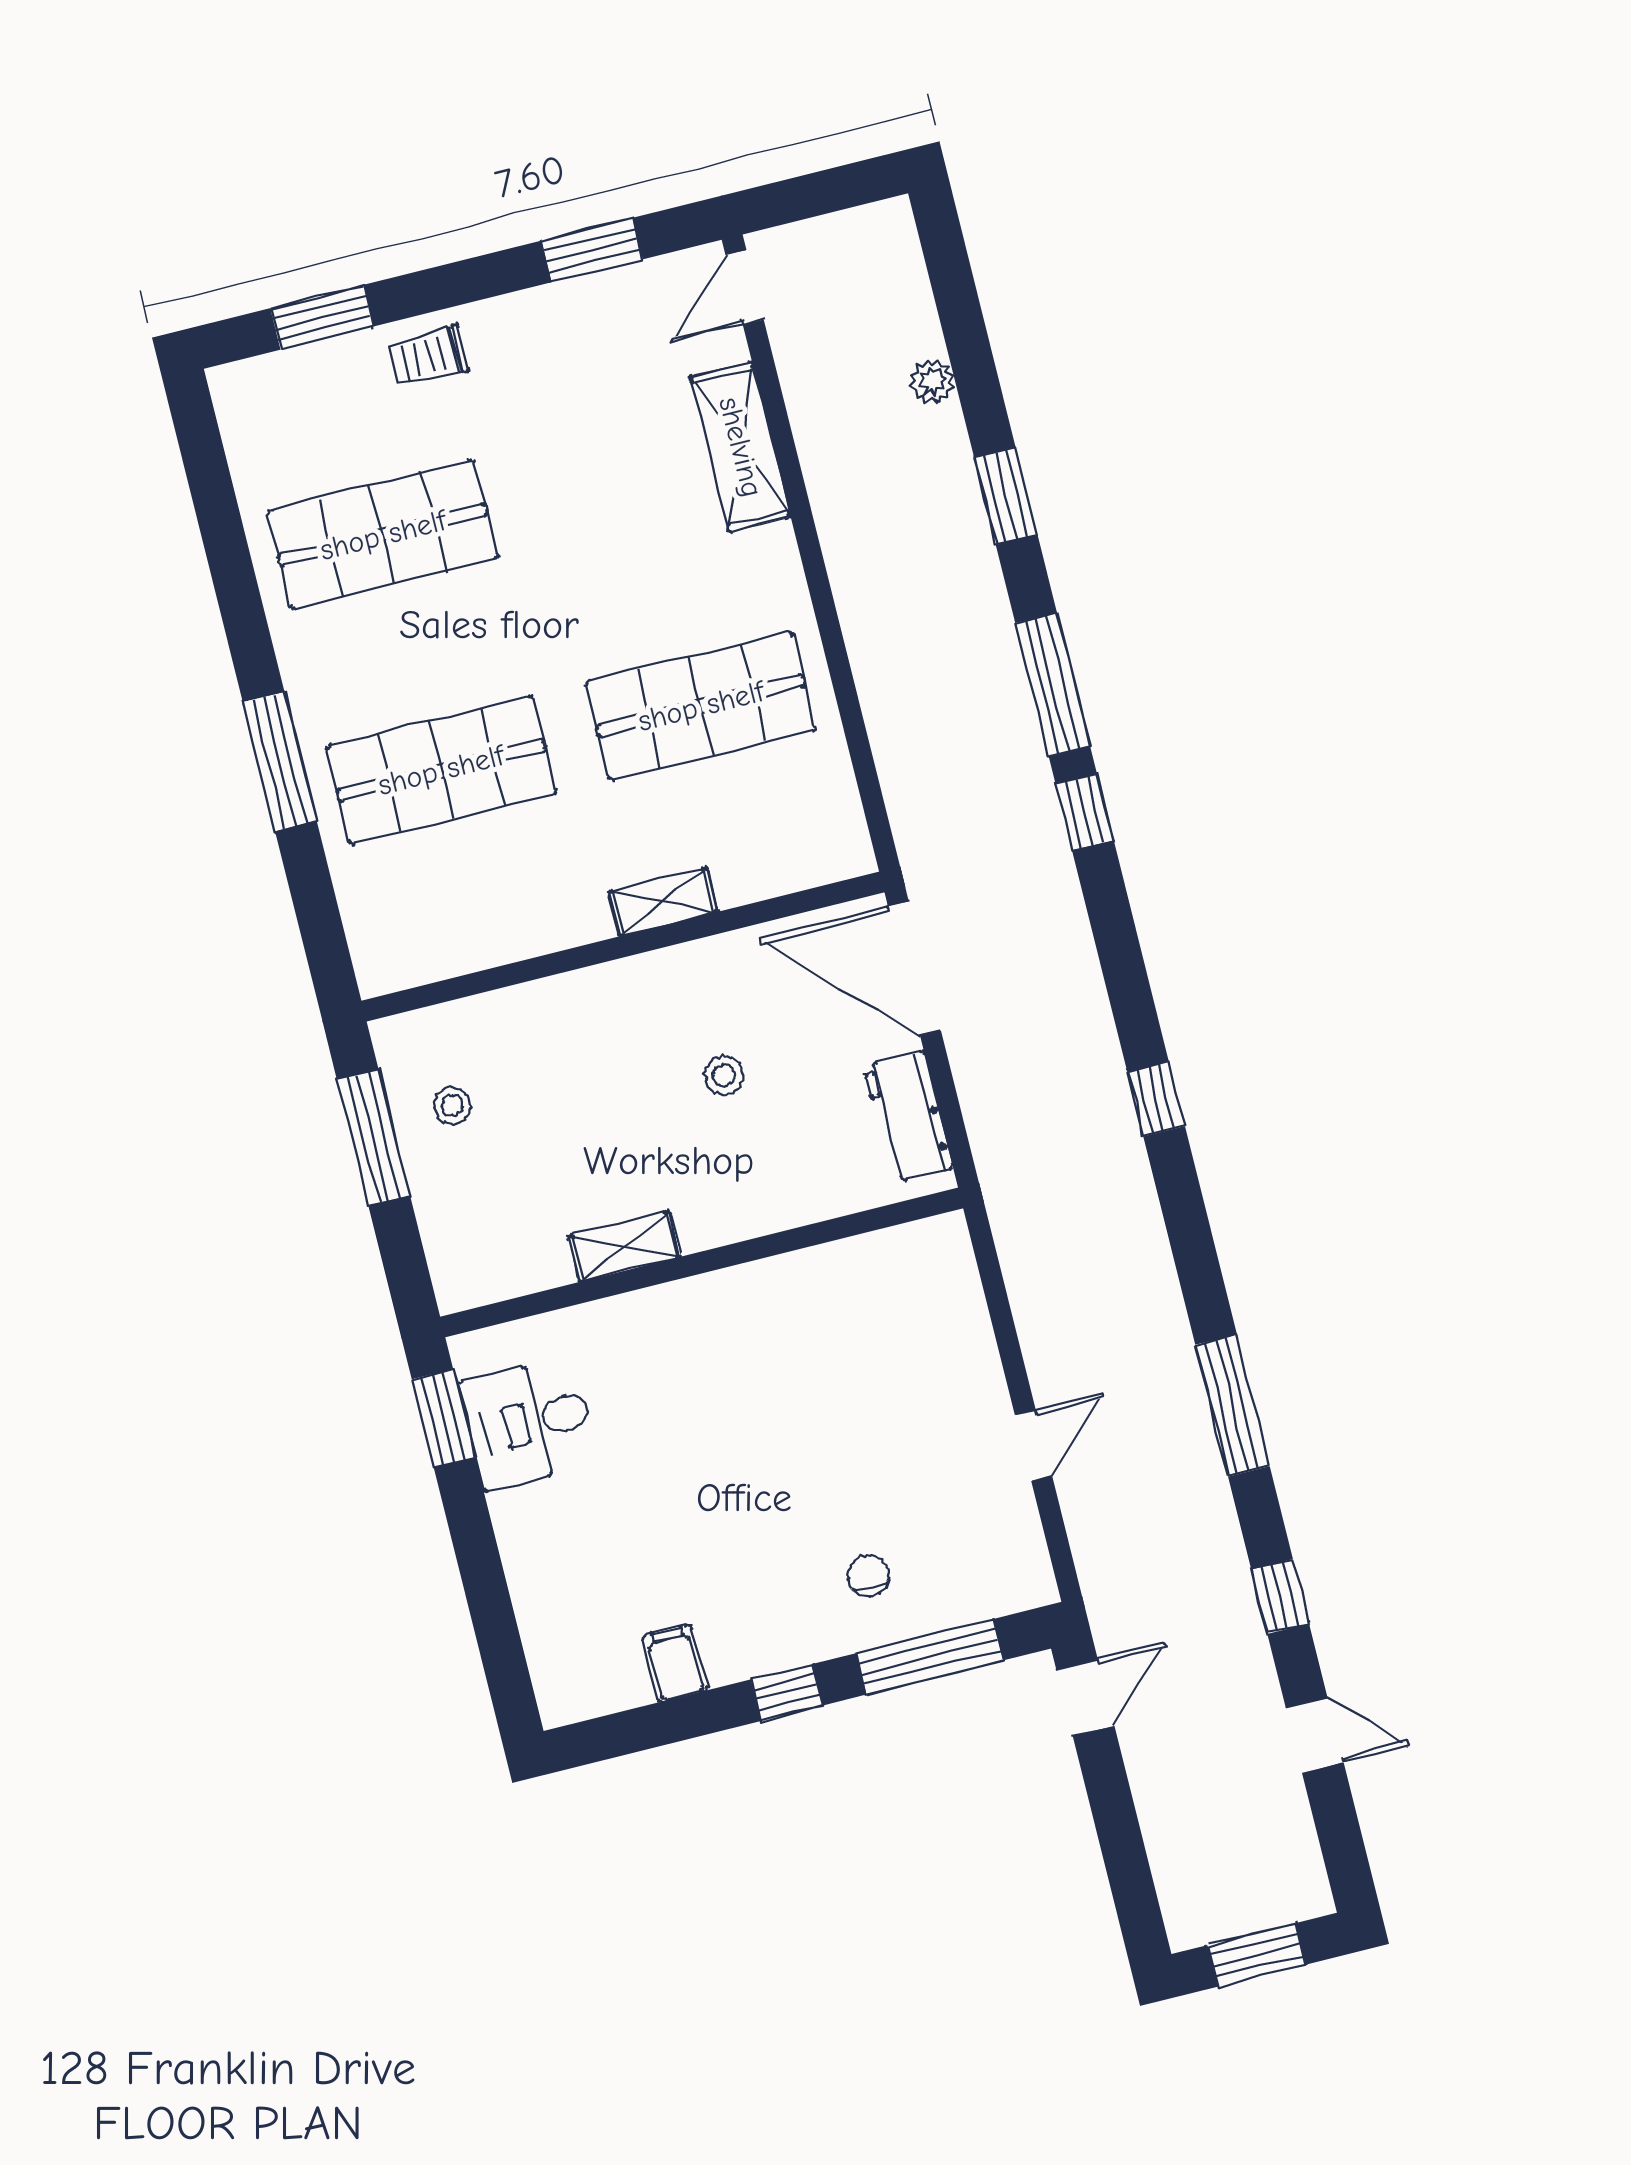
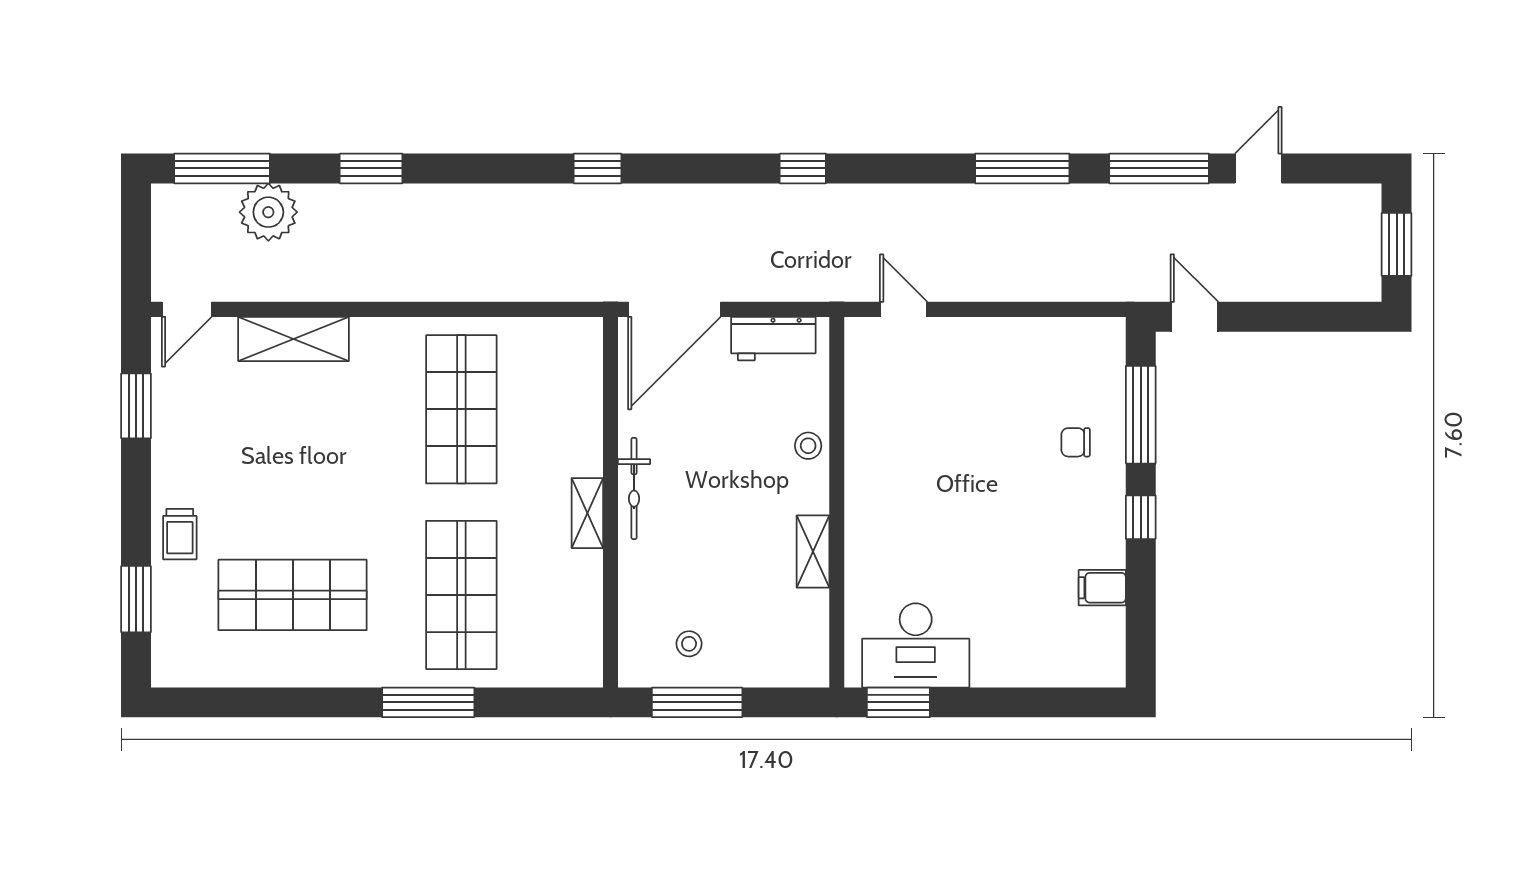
door: (745, 287) -> (187, 309), hinge flipped
plant: (932, 382) -> (268, 212), width x1.87, depth x1.87
shop shelf: (383, 535) -> (293, 595), turned 90
window: (1053, 685) -> (222, 168), moved
shelving: (663, 902) -> (587, 513), moved
bicycle: (650, 975) -> (634, 488), added
stool: (724, 1075) -> (808, 446), moved
desk: (529, 1423) -> (916, 645), width x1.37
door: (1033, 1445) -> (904, 309), moved
window: (1280, 1597) -> (1159, 168), width x2.17

